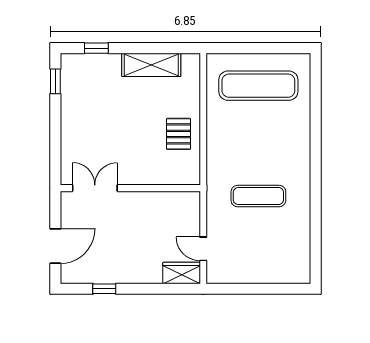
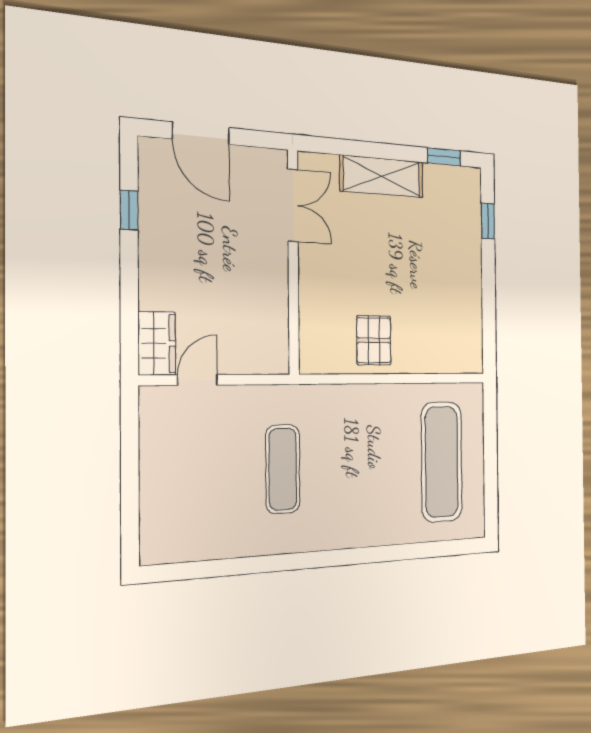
shelving: (151, 65) -> (382, 176), moved, turned 90
pallet: (178, 134) -> (374, 340), turned 90

